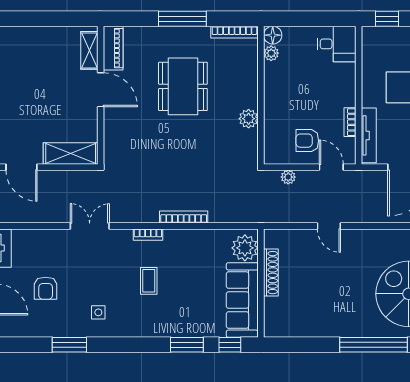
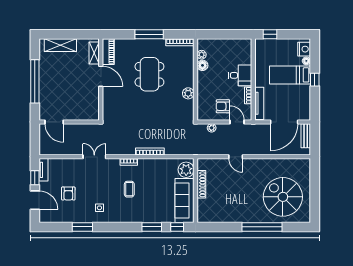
floor lamp: (273, 35) -> (202, 65), moved
desk: (337, 44) -> (240, 75), moved
shelving: (71, 153) -> (60, 45), moved

